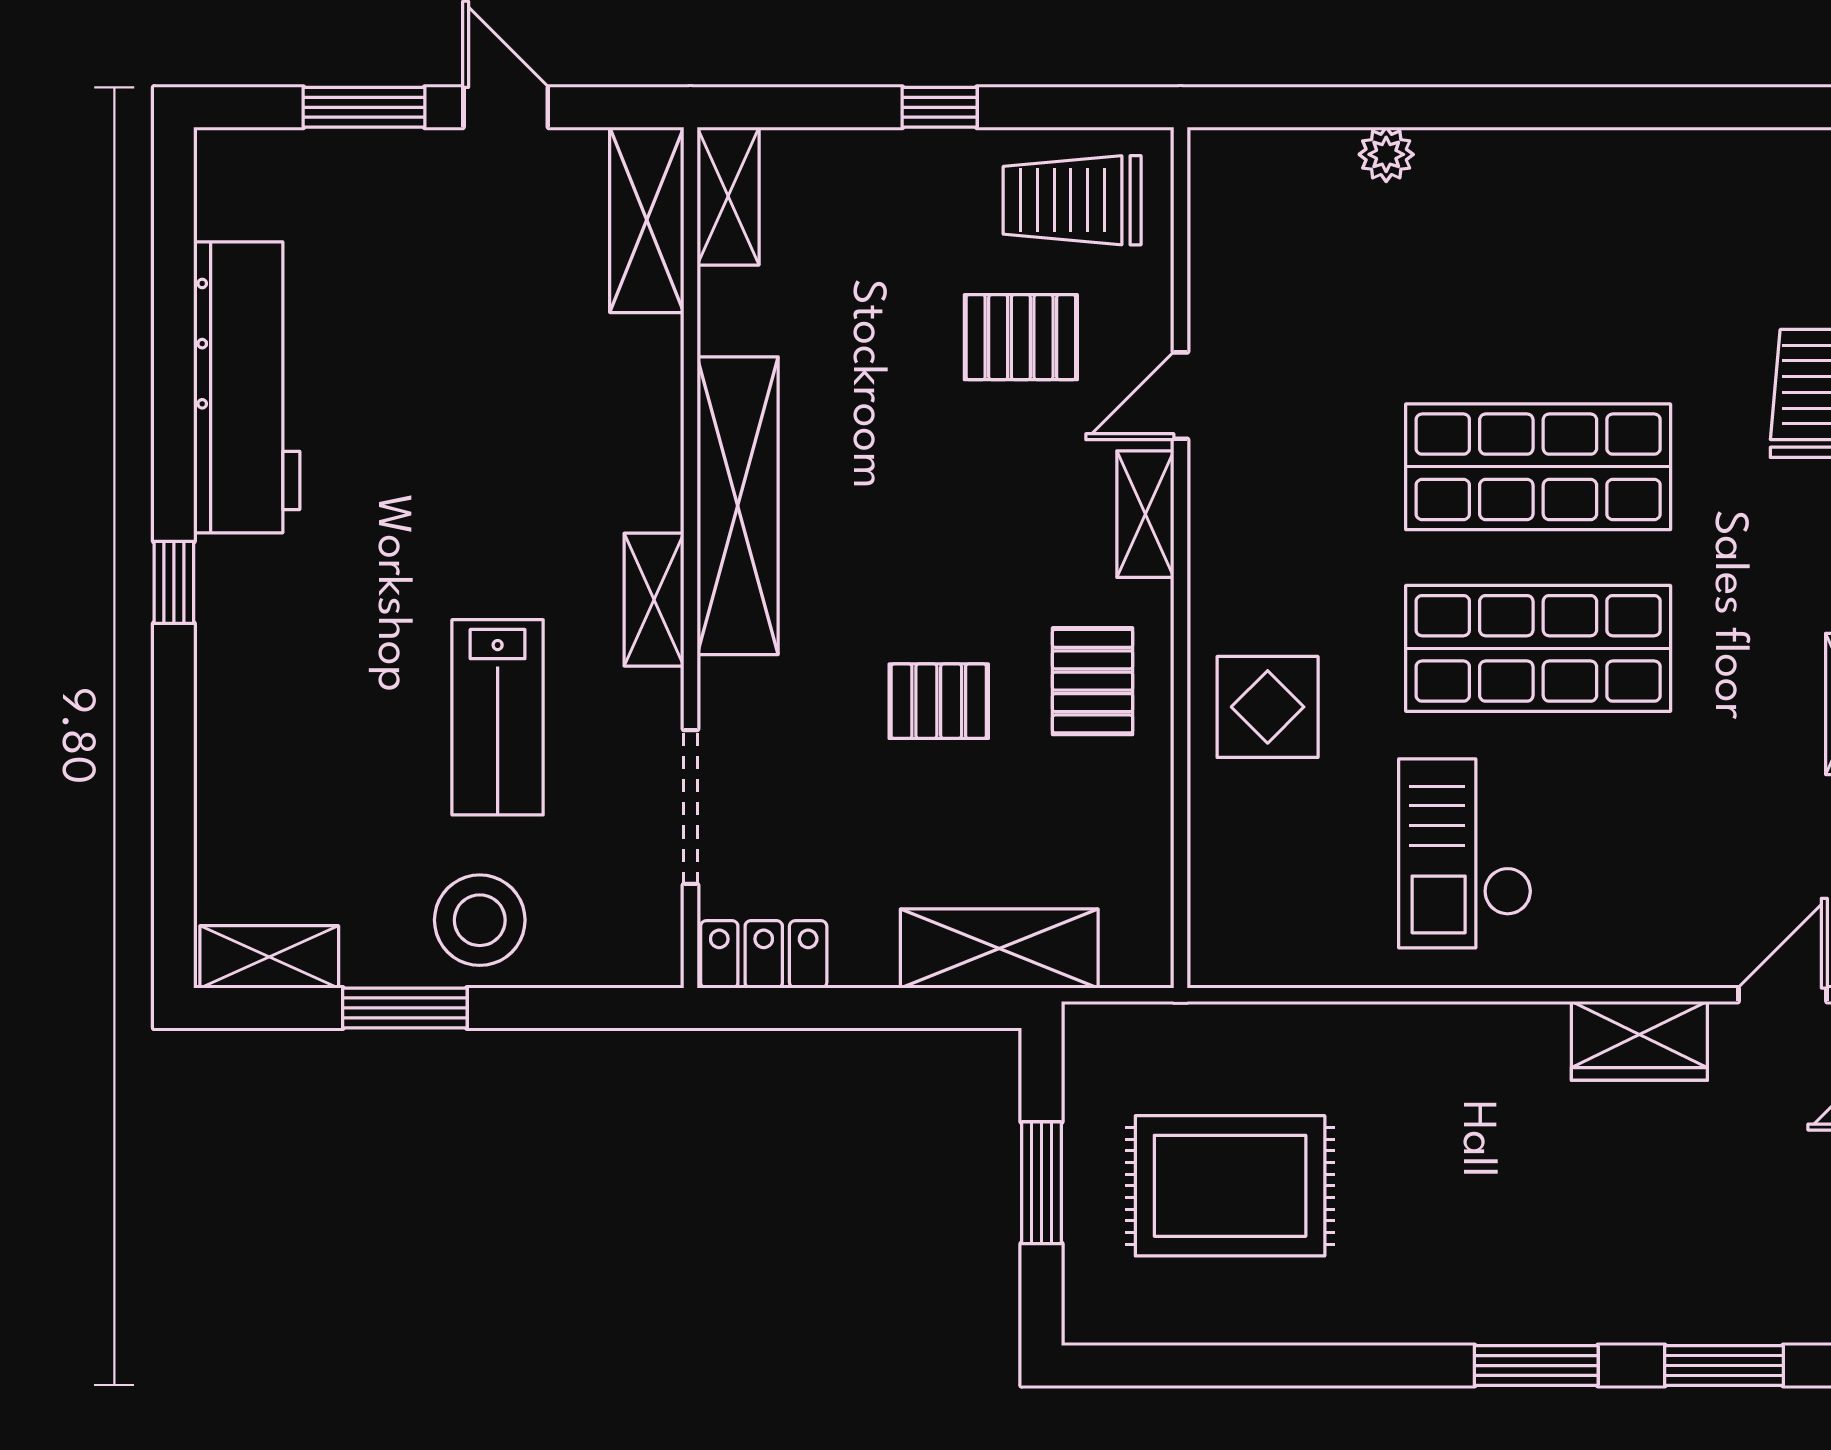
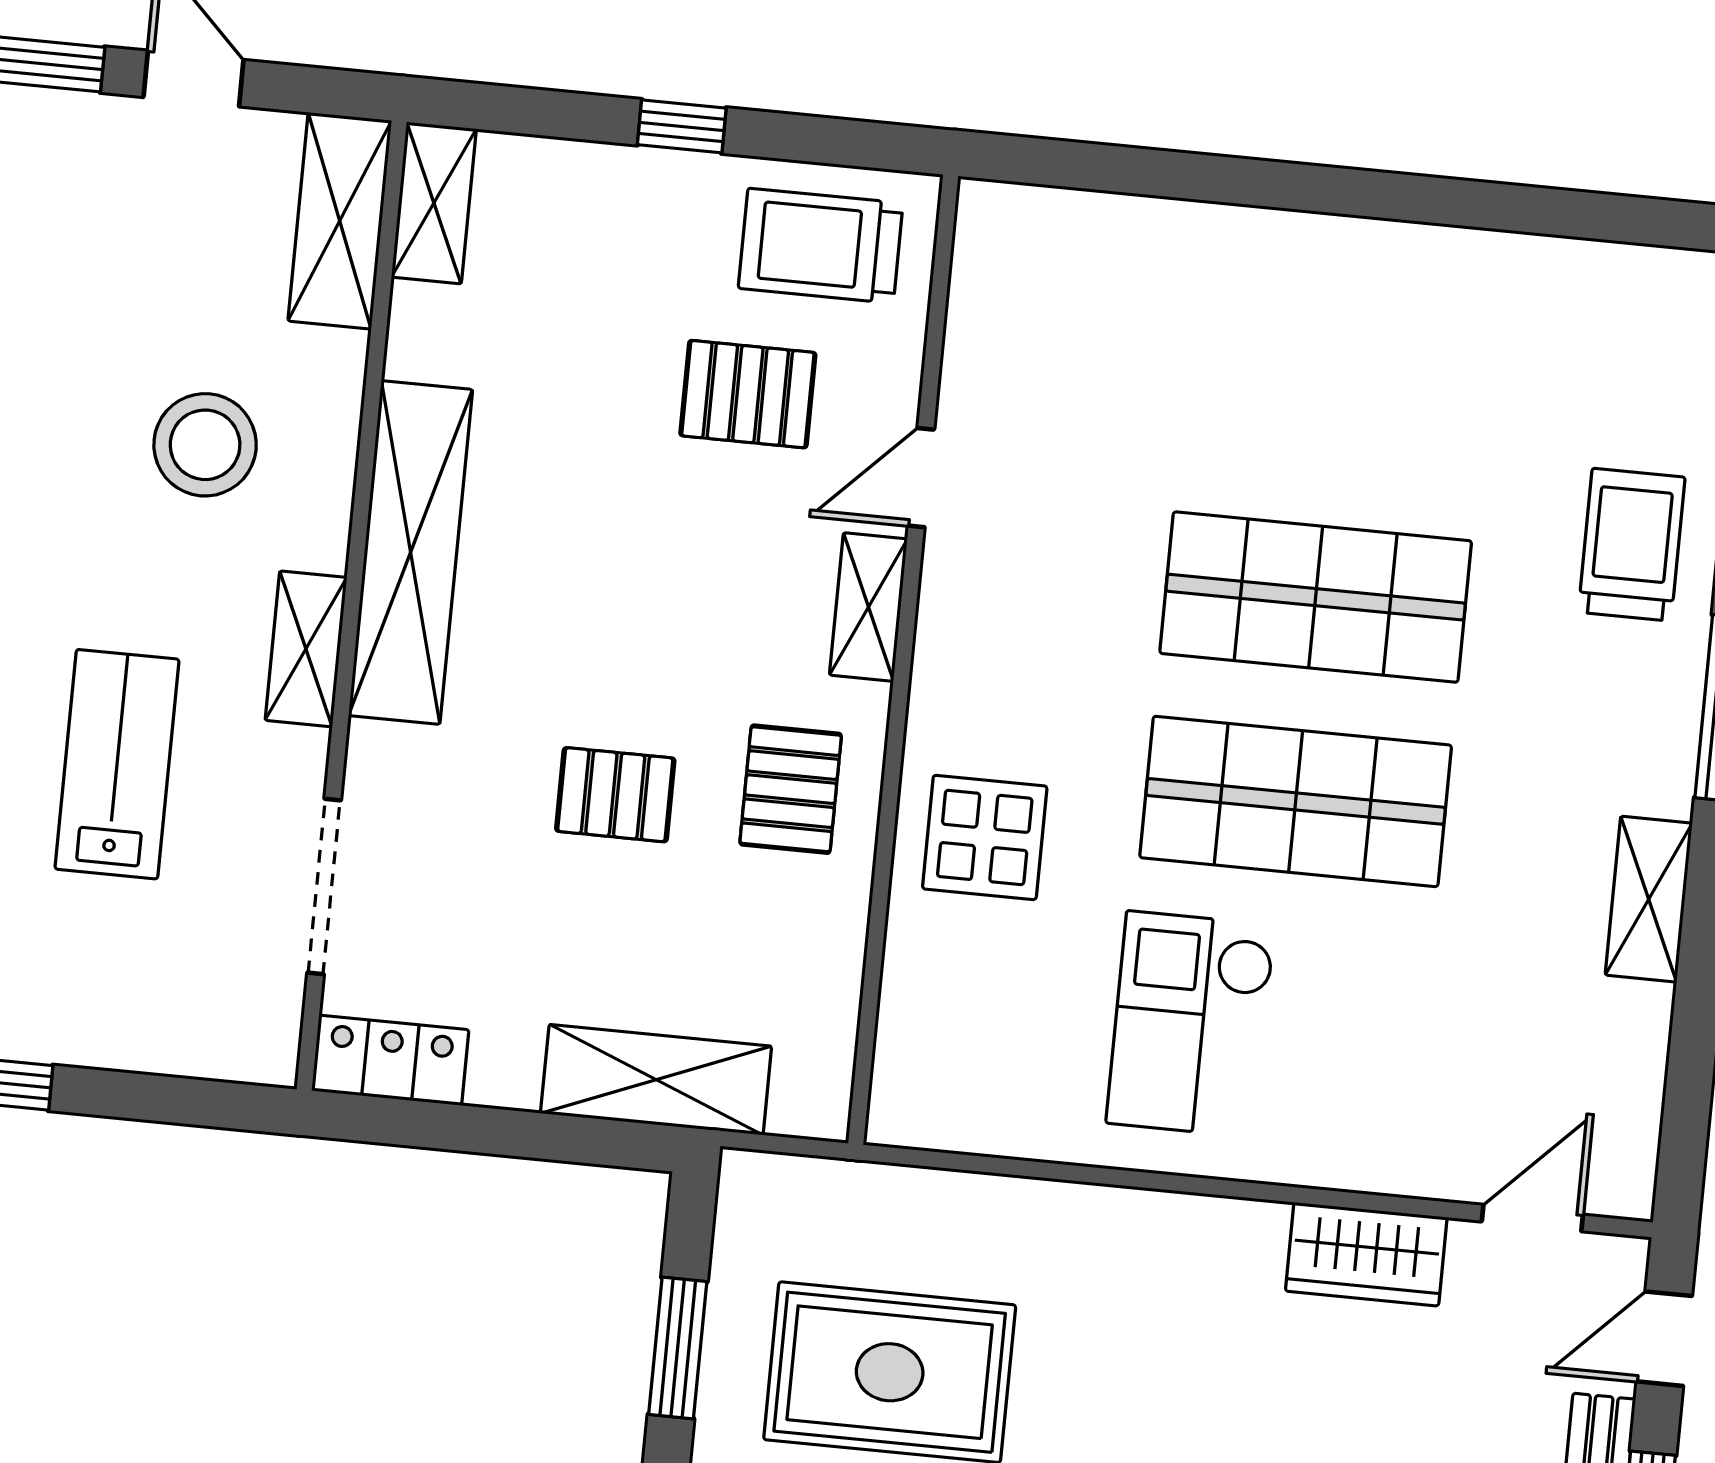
plant: (1386, 154) -> (1179, 229), removed
lab bench: (498, 717) -> (117, 764), turned 180
stool: (480, 920) -> (205, 445), moved

